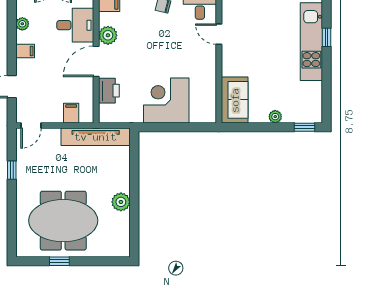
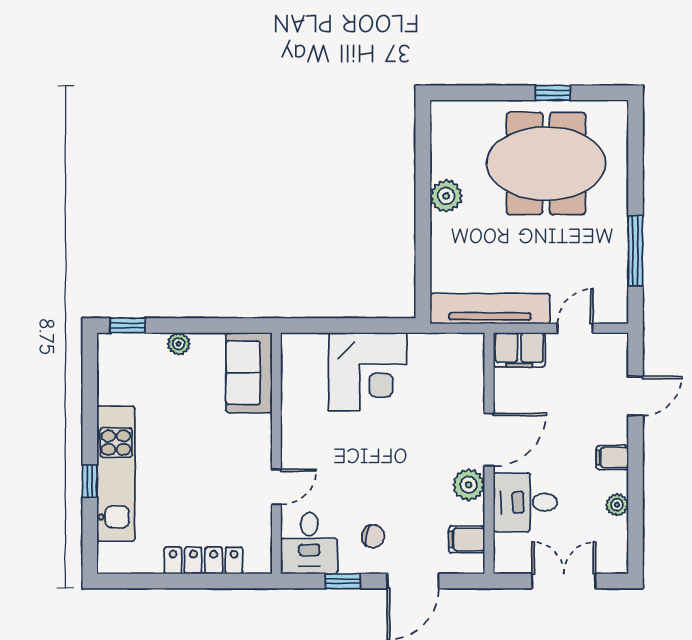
door: (219, 34) -> (276, 487), hinge flipped
printer: (109, 91) -> (467, 389), removed
filing cabinet: (71, 113) -> (519, 350), width x2.00
door: (31, 126) -> (575, 328), moved
window: (12, 170) -> (635, 251), width x2.17

